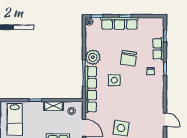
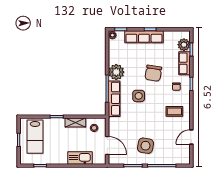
plant: (158, 31) -> (184, 45), added
row of seats: (91, 89) -> (114, 99), width x0.73
coffee table: (149, 95) -> (174, 111), added
door: (165, 120) -> (191, 137), swing flipped

